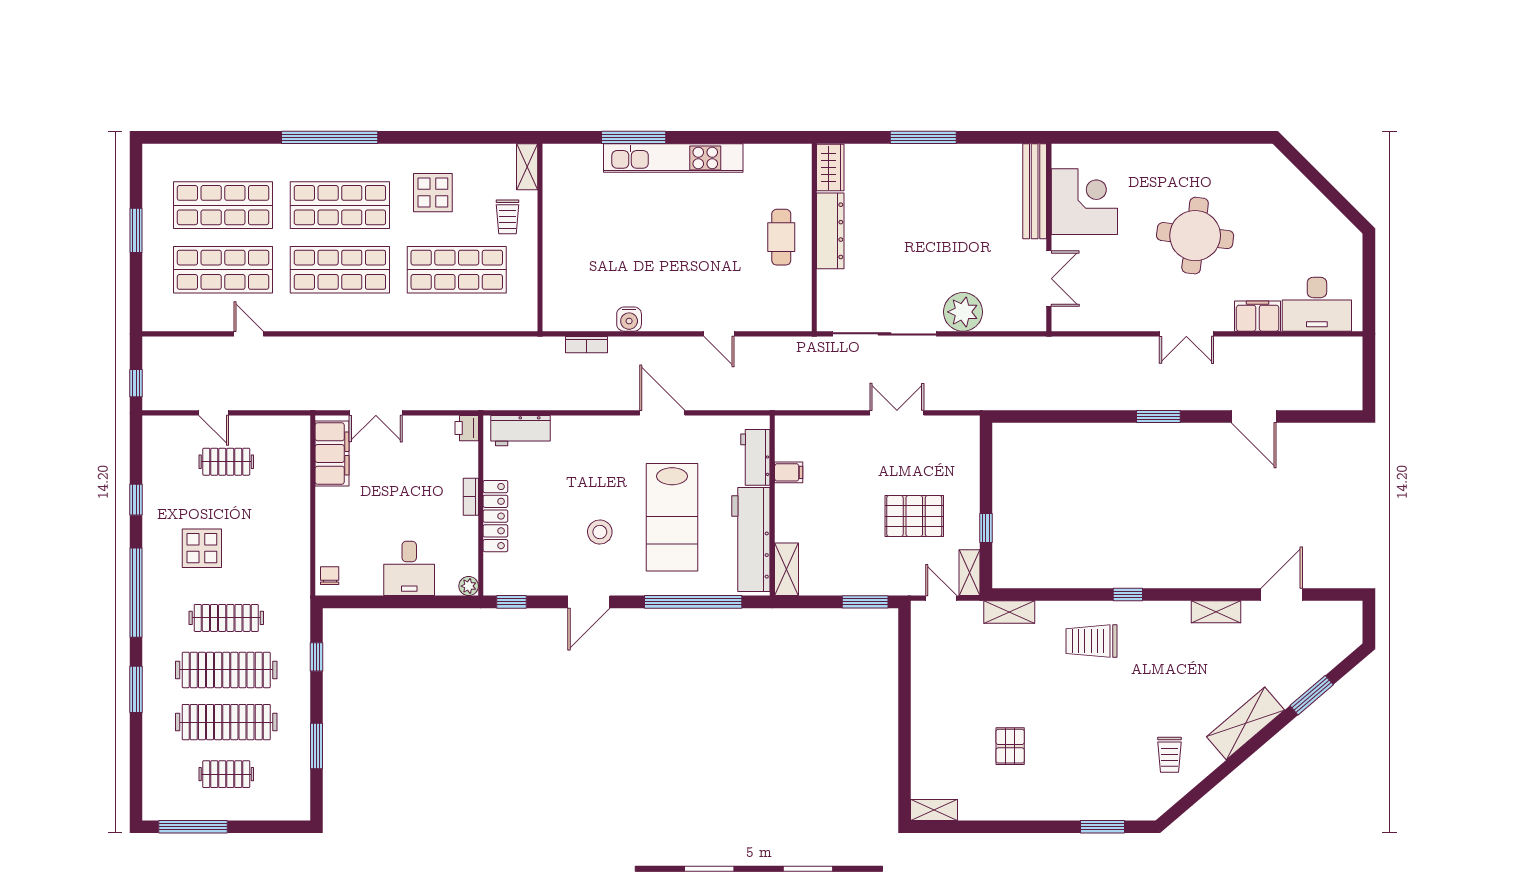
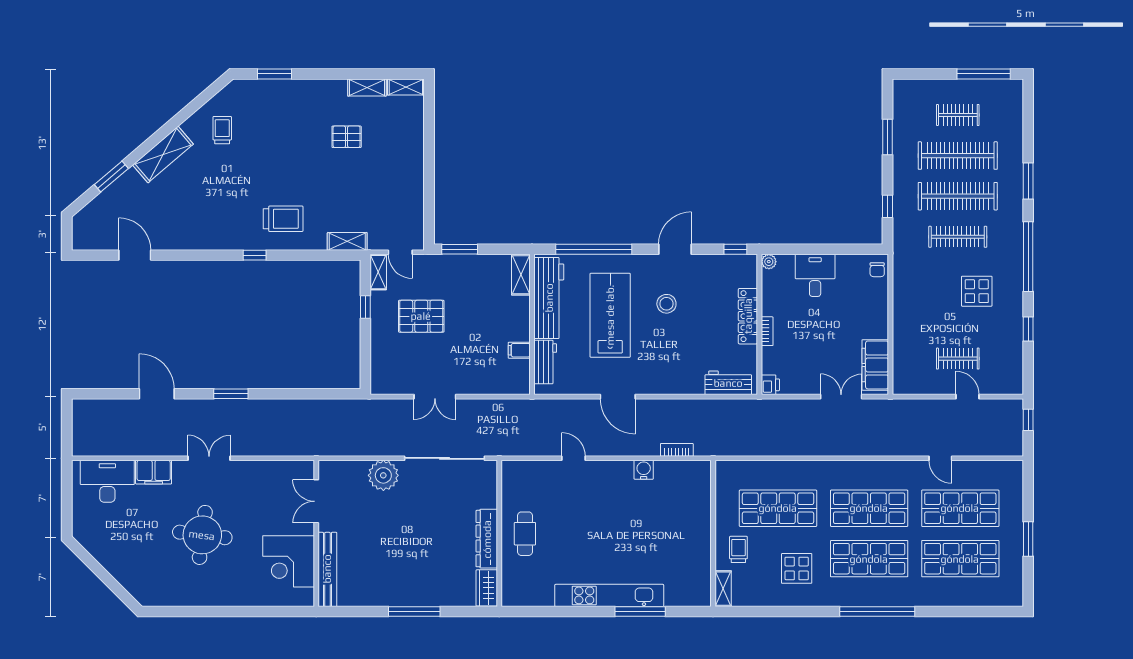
door: (1282, 594) -> (135, 255), swing flipped
shelving: (1216, 612) -> (367, 87), moved
pallet: (1010, 746) -> (347, 137), turned 90

